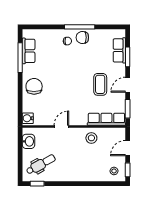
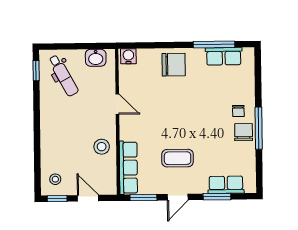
door: (128, 85) -> (178, 197), swing flipped

